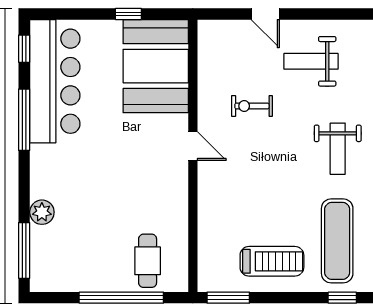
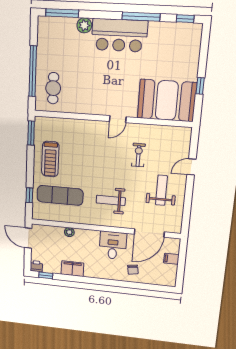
bar counter: (55, 81) -> (119, 35), moved, width x0.73
cafe table: (148, 261) -> (53, 88), turned 90

